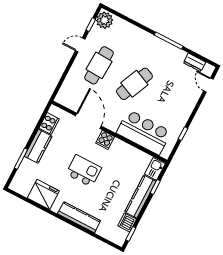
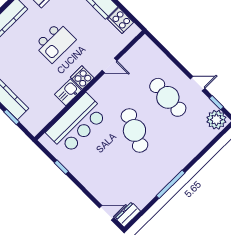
door: (80, 45) -> (198, 84), hinge flipped
dresser: (194, 62) -> (128, 215), moved
door: (88, 121) -> (109, 66), width x0.53
kitchen sink: (155, 169) -> (68, 92), moved, turned -90

